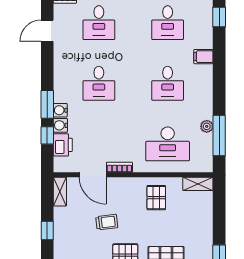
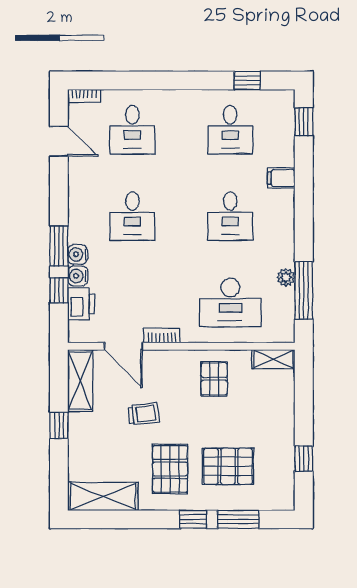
door: (47, 31) -> (59, 141), swing flipped
shelving: (60, 192) -> (80, 381), width x1.50, depth x1.33

